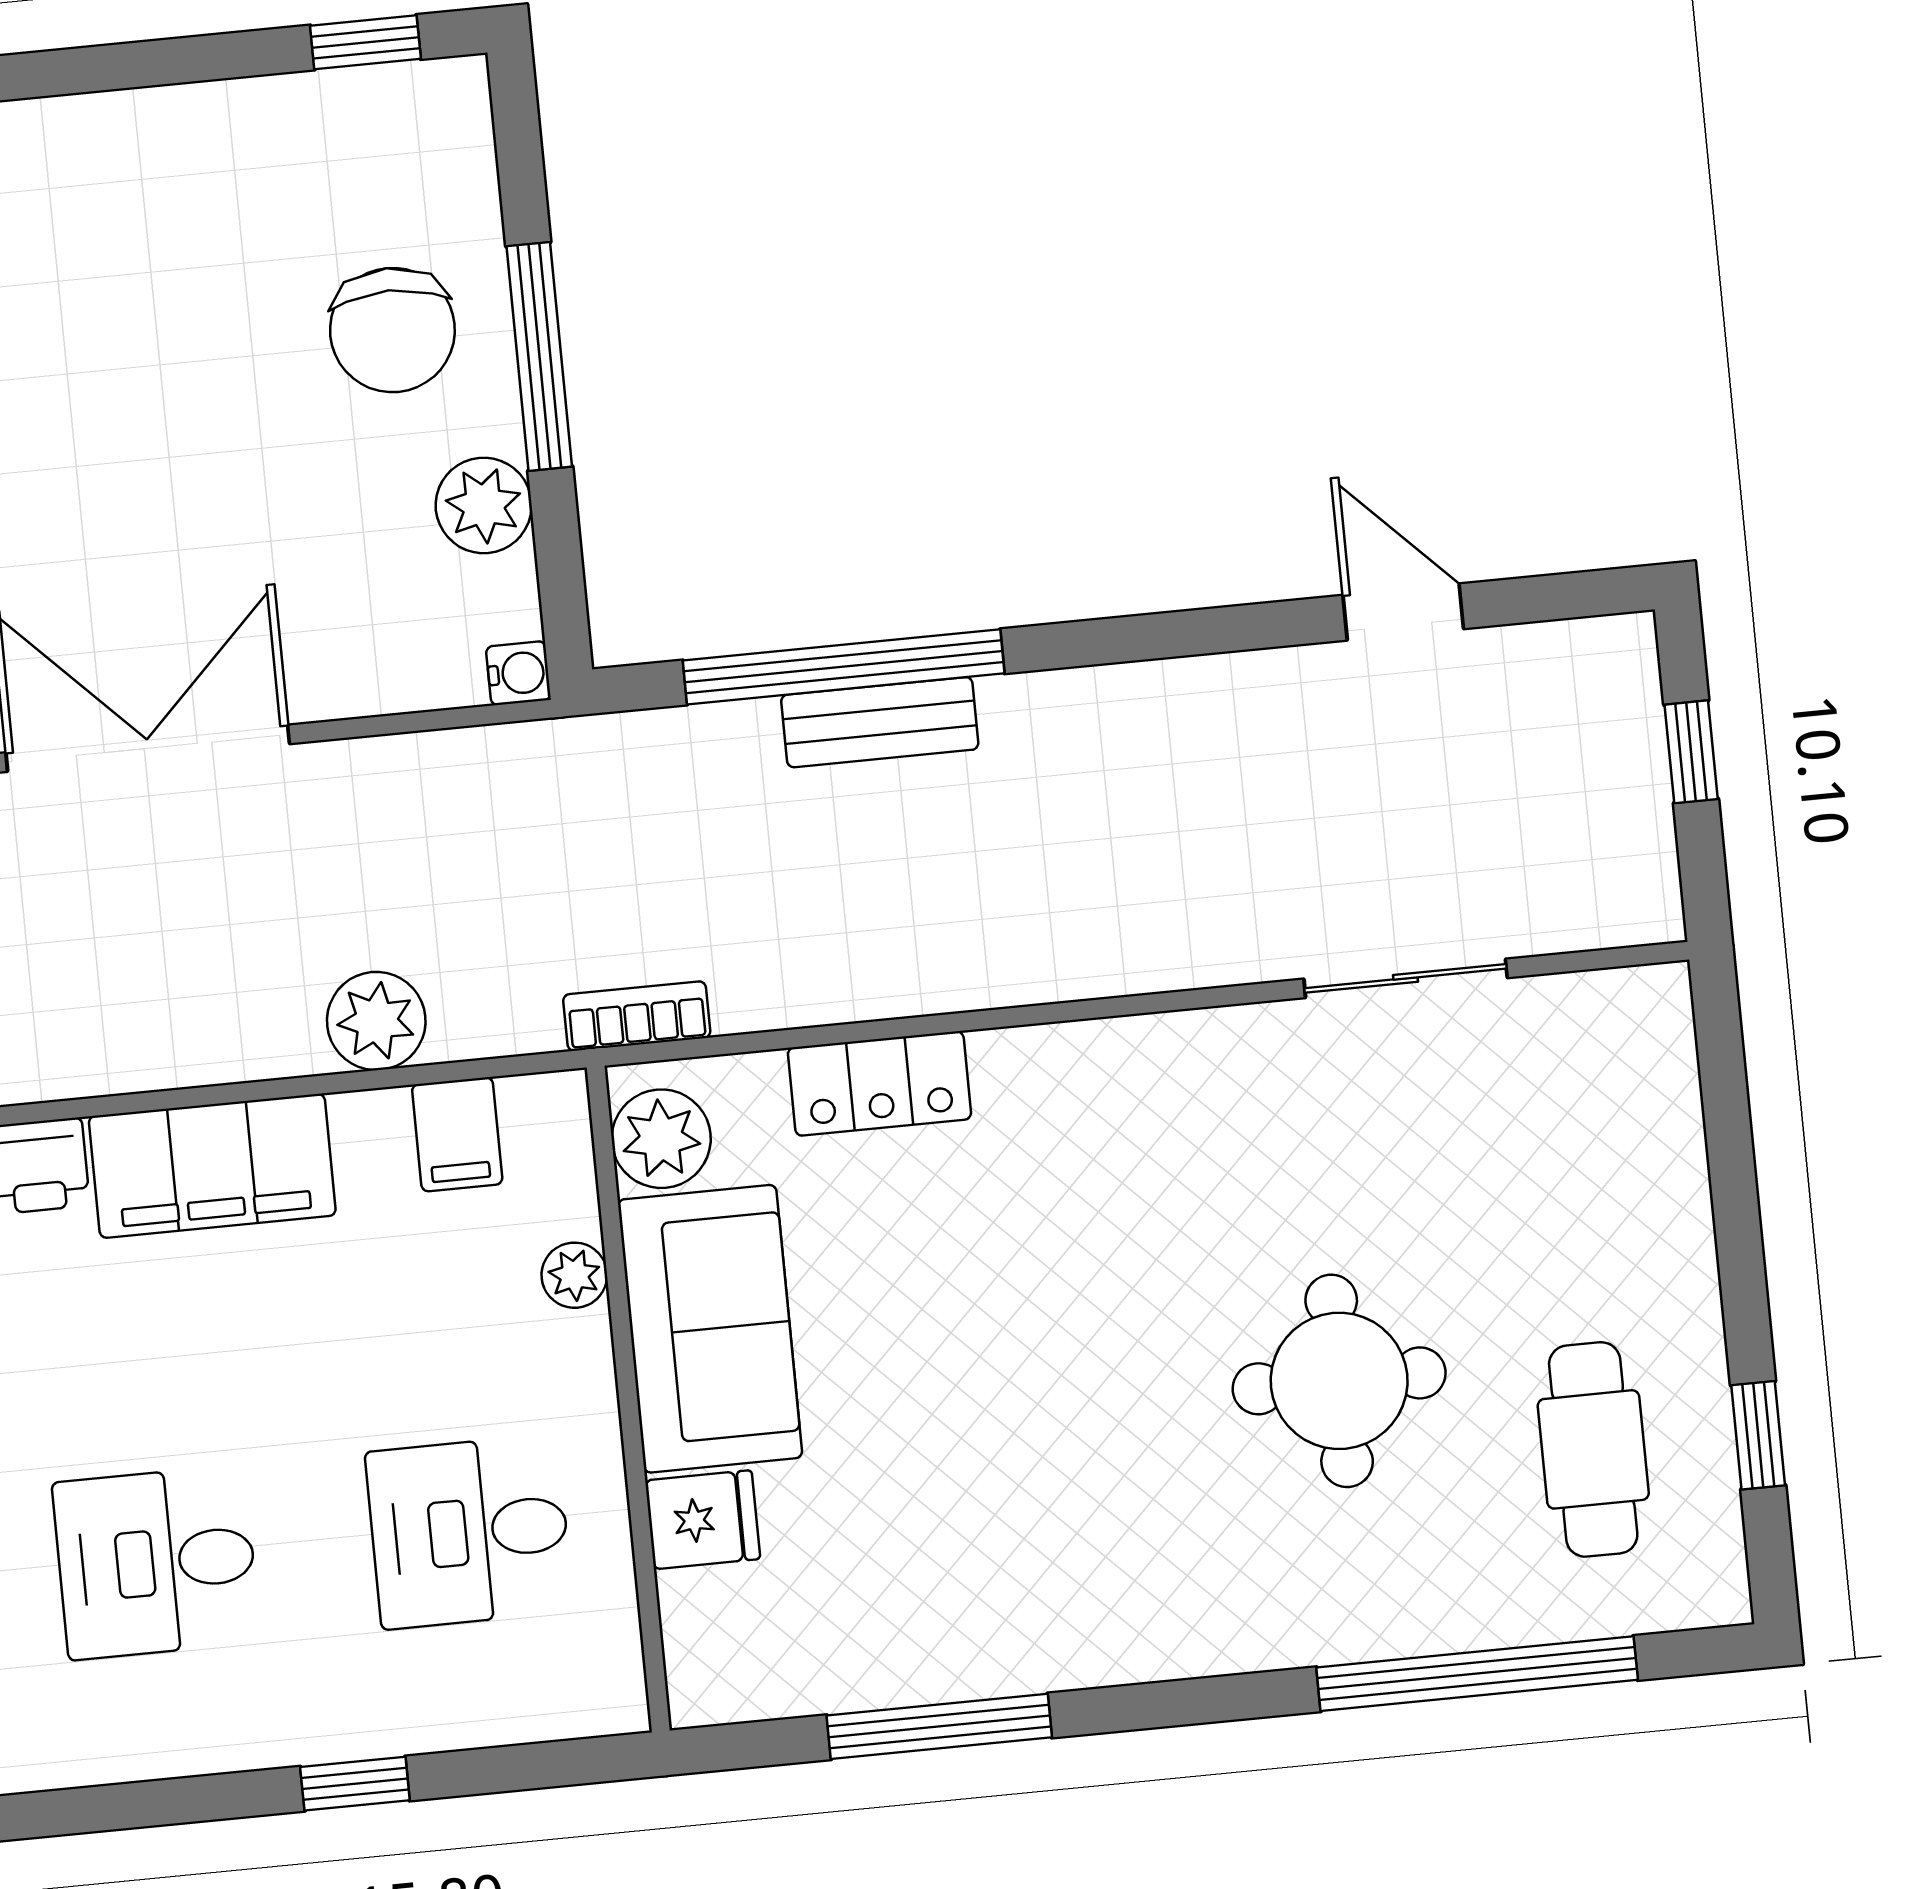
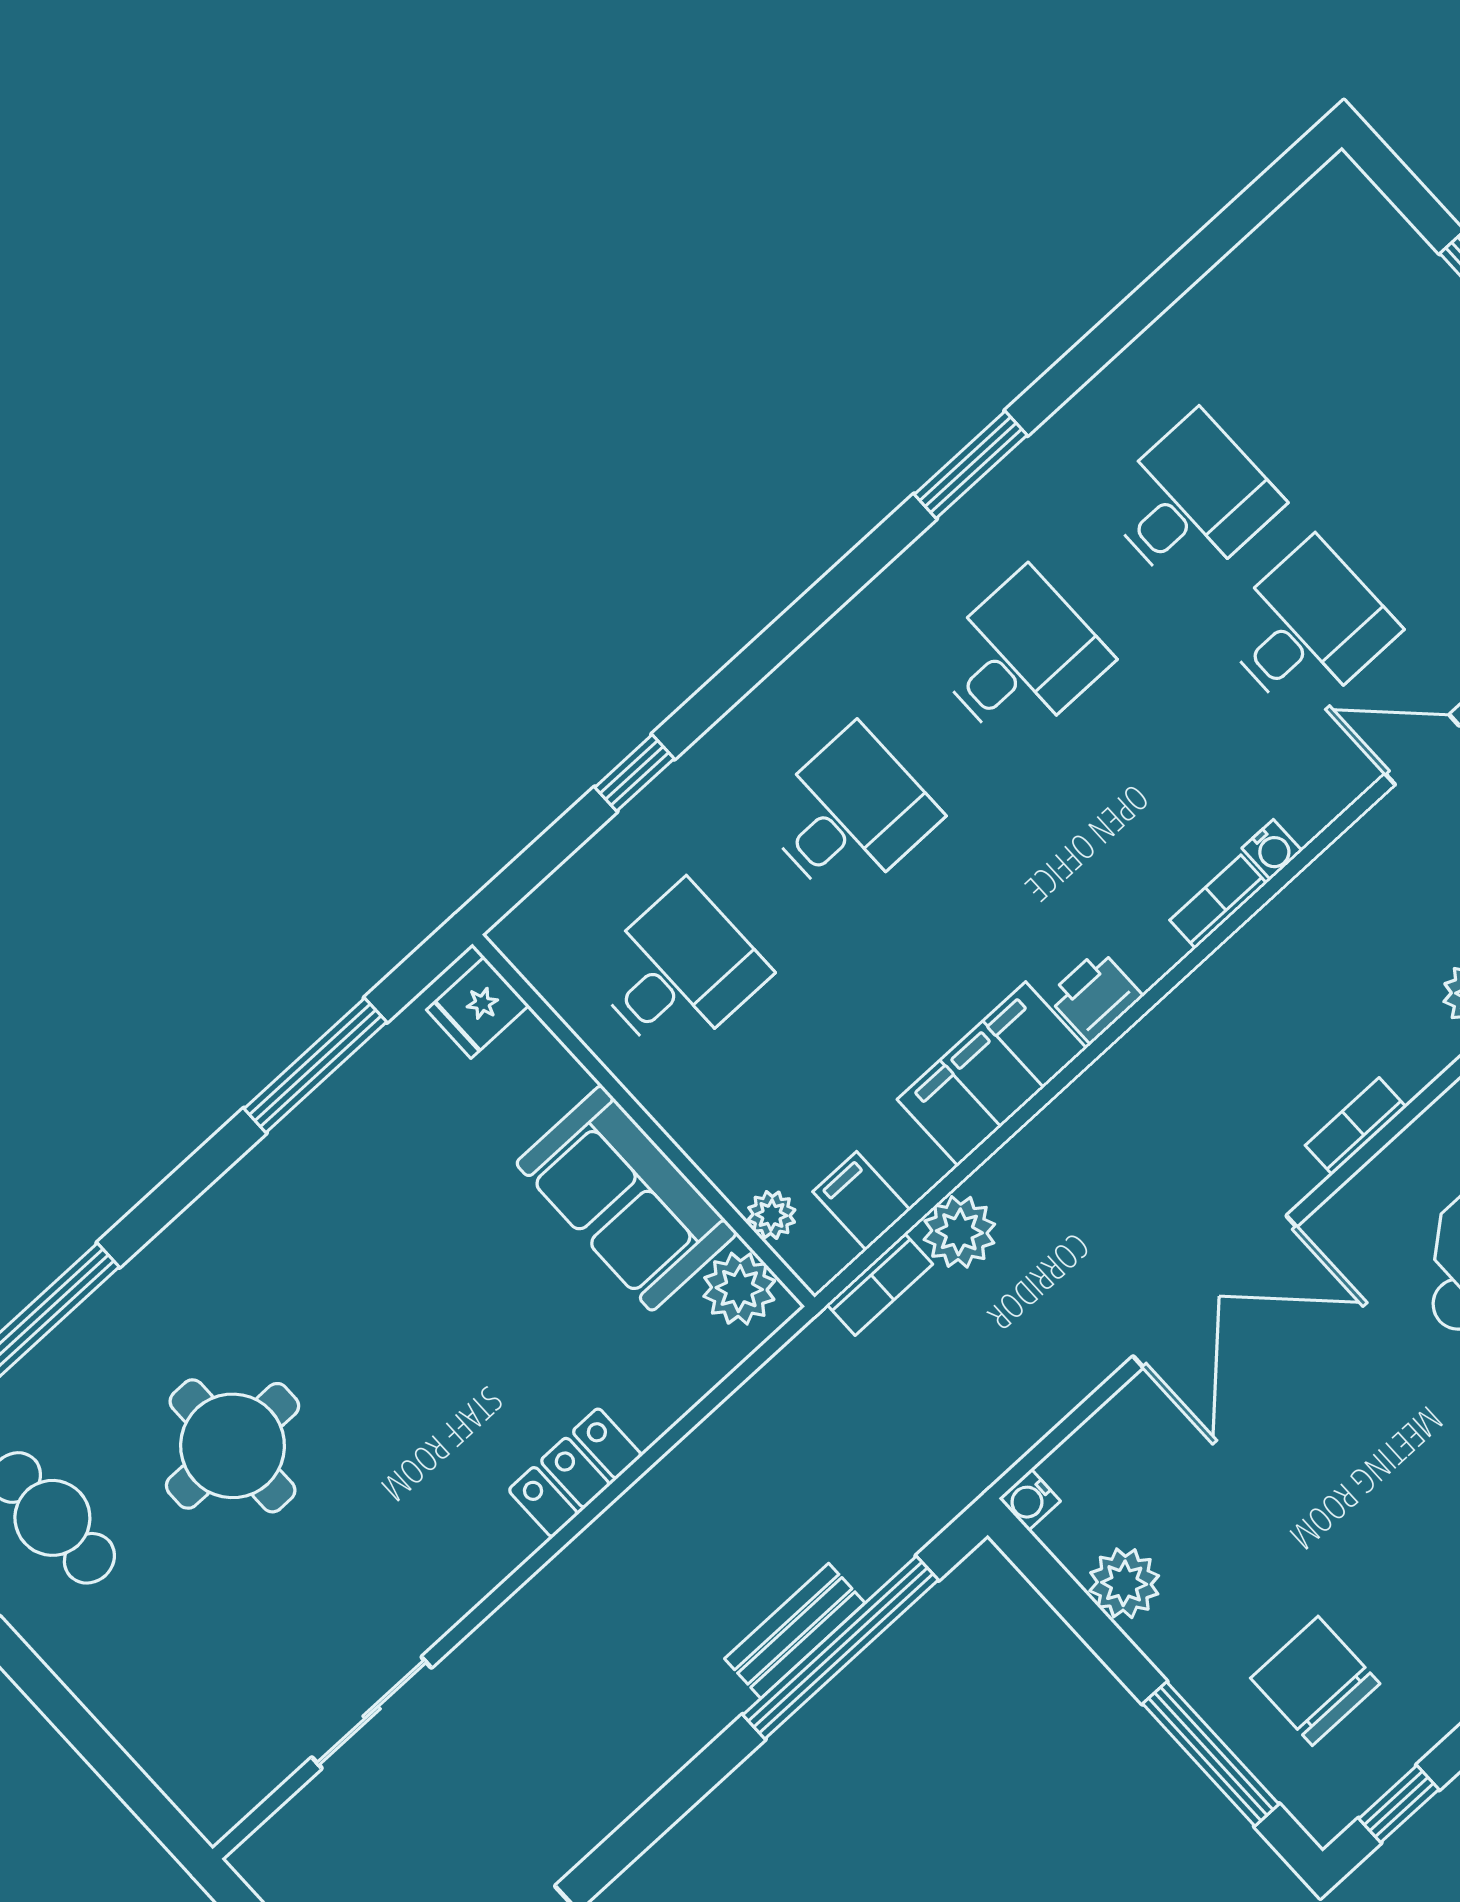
chair: (392, 330) -> (1315, 1681), moved
window: (539, 356) -> (1211, 1754), moved
bookcase: (637, 1016) -> (880, 1284), moved
locker: (879, 1083) -> (575, 1473), moved
plant: (574, 1275) -> (772, 1215), moved
fridge: (703, 1520) -> (478, 1008), moved

